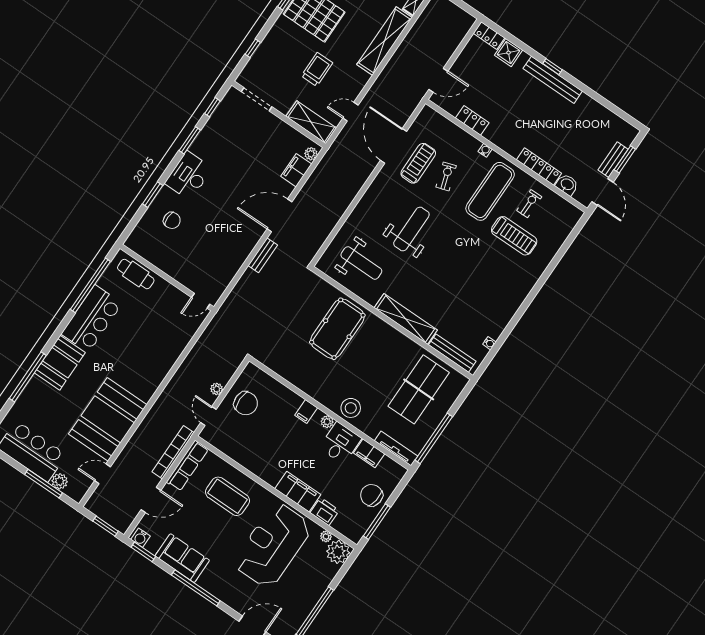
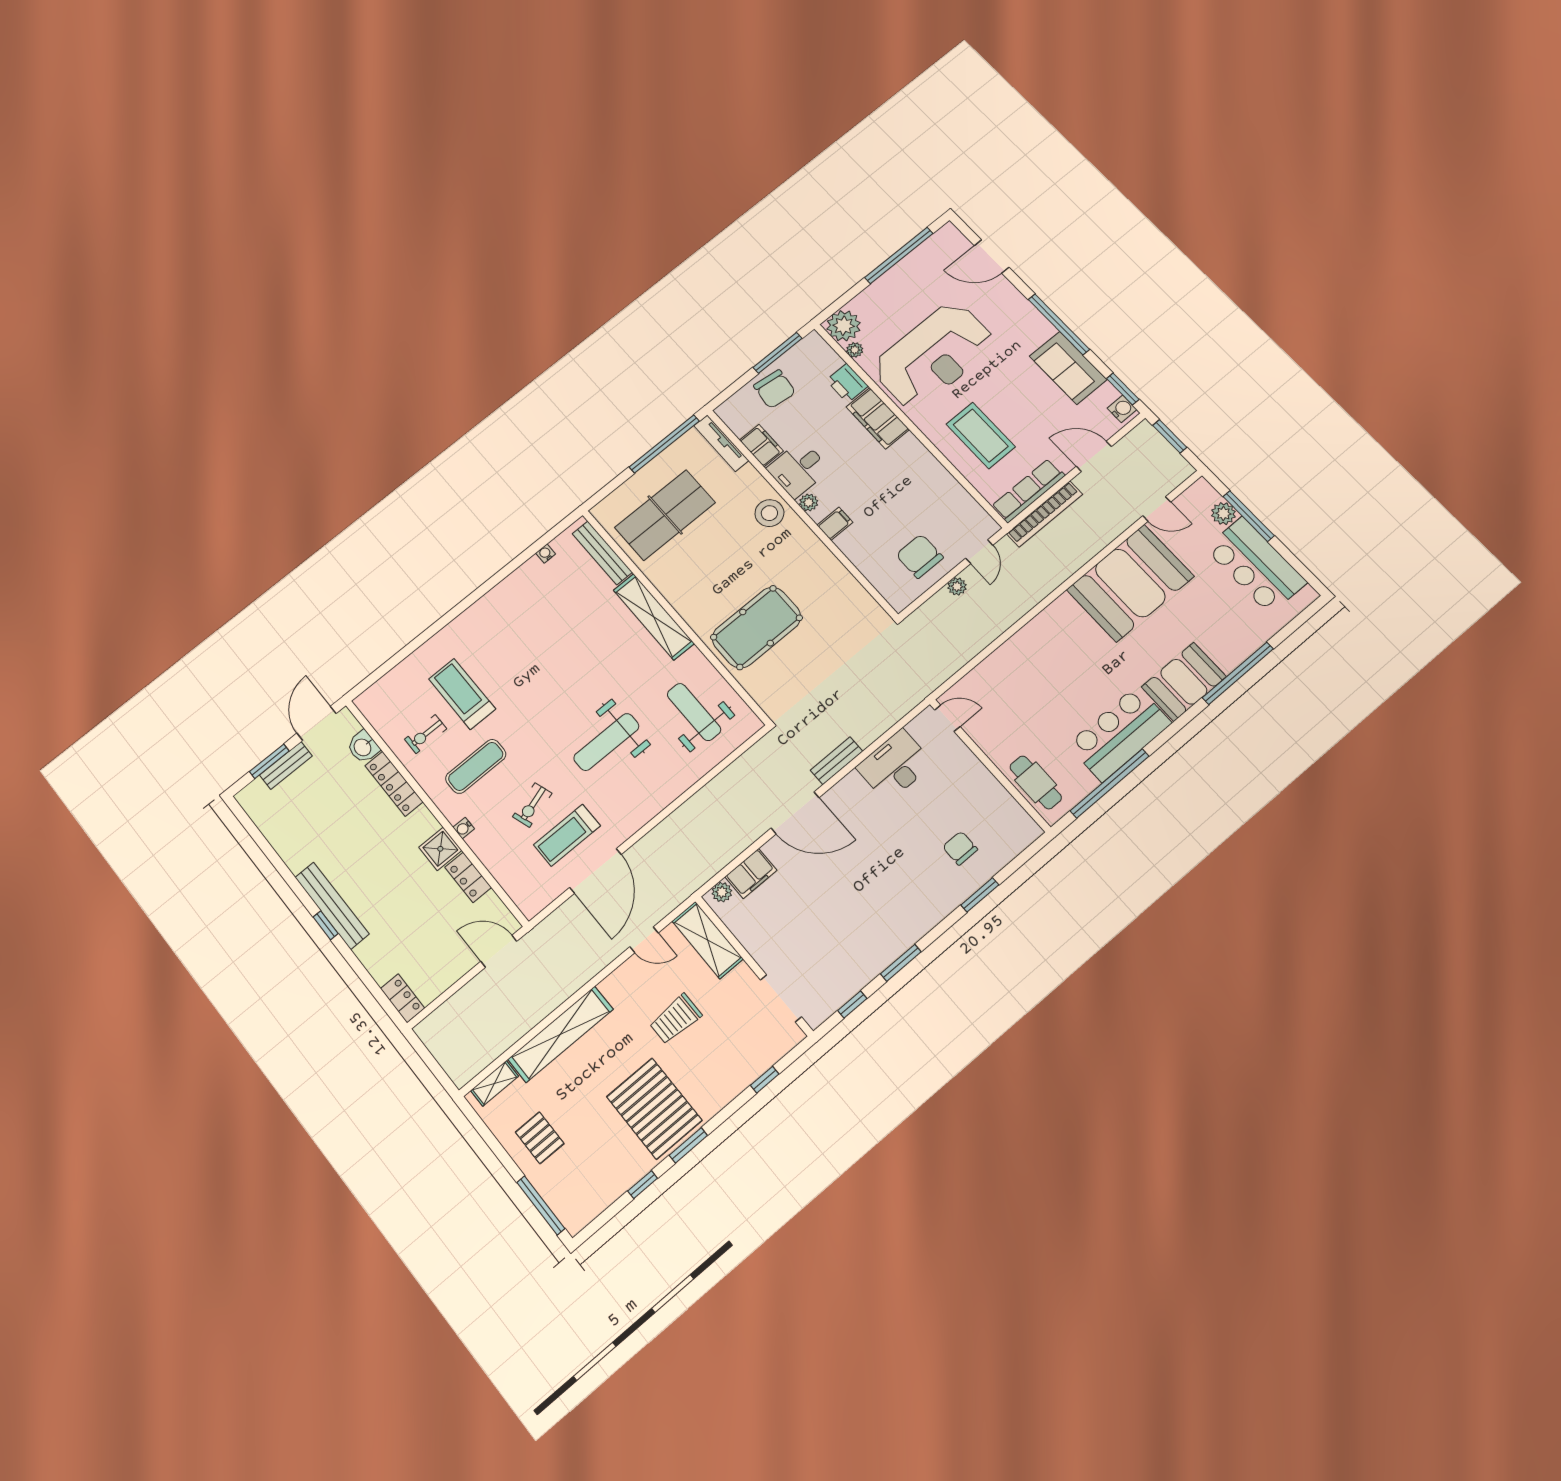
shower: (509, 53) -> (440, 849), moved
desk: (189, 176) -> (895, 766), moved, turned 180
exercise mat: (490, 191) -> (476, 766), width x0.73, depth x0.69

